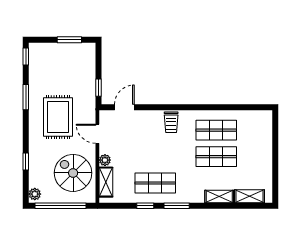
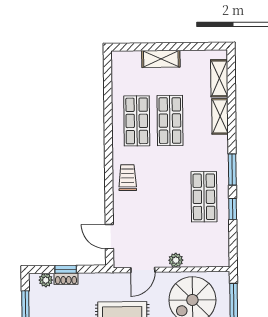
plant: (90, 56) -> (46, 280), added
shoe rack: (91, 72) -> (66, 279), added
window: (99, 88) -> (66, 269), moved
trolley: (171, 122) -> (128, 178), turned -90
shelving: (106, 182) -> (161, 59), moved

